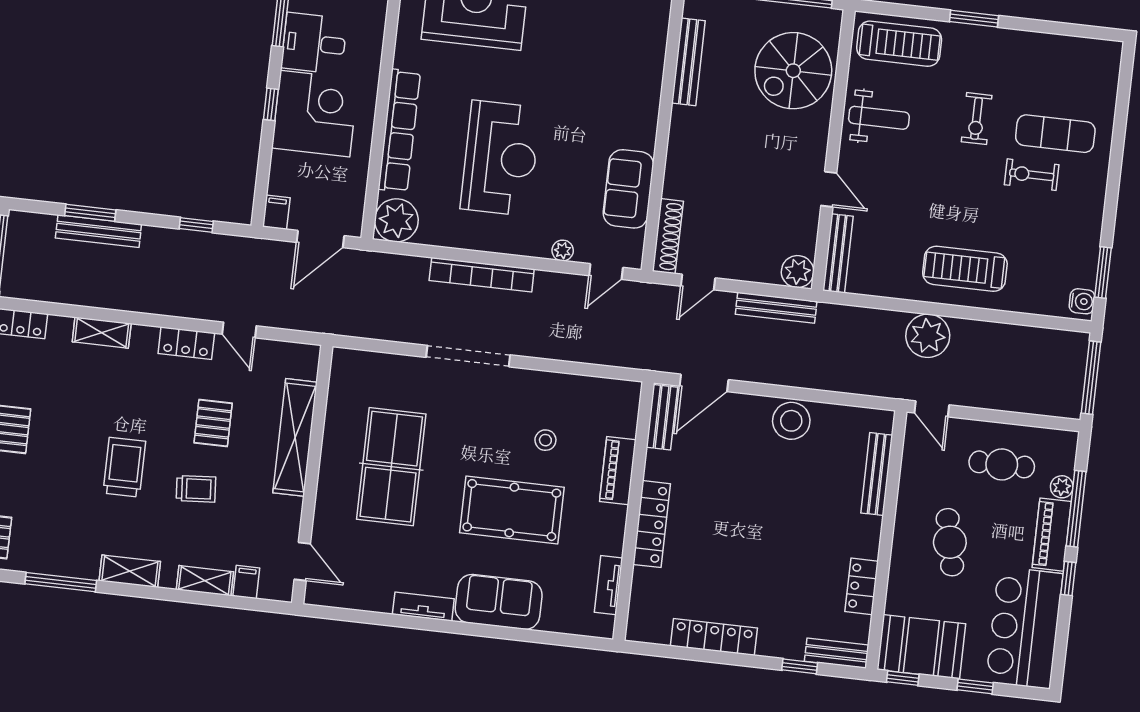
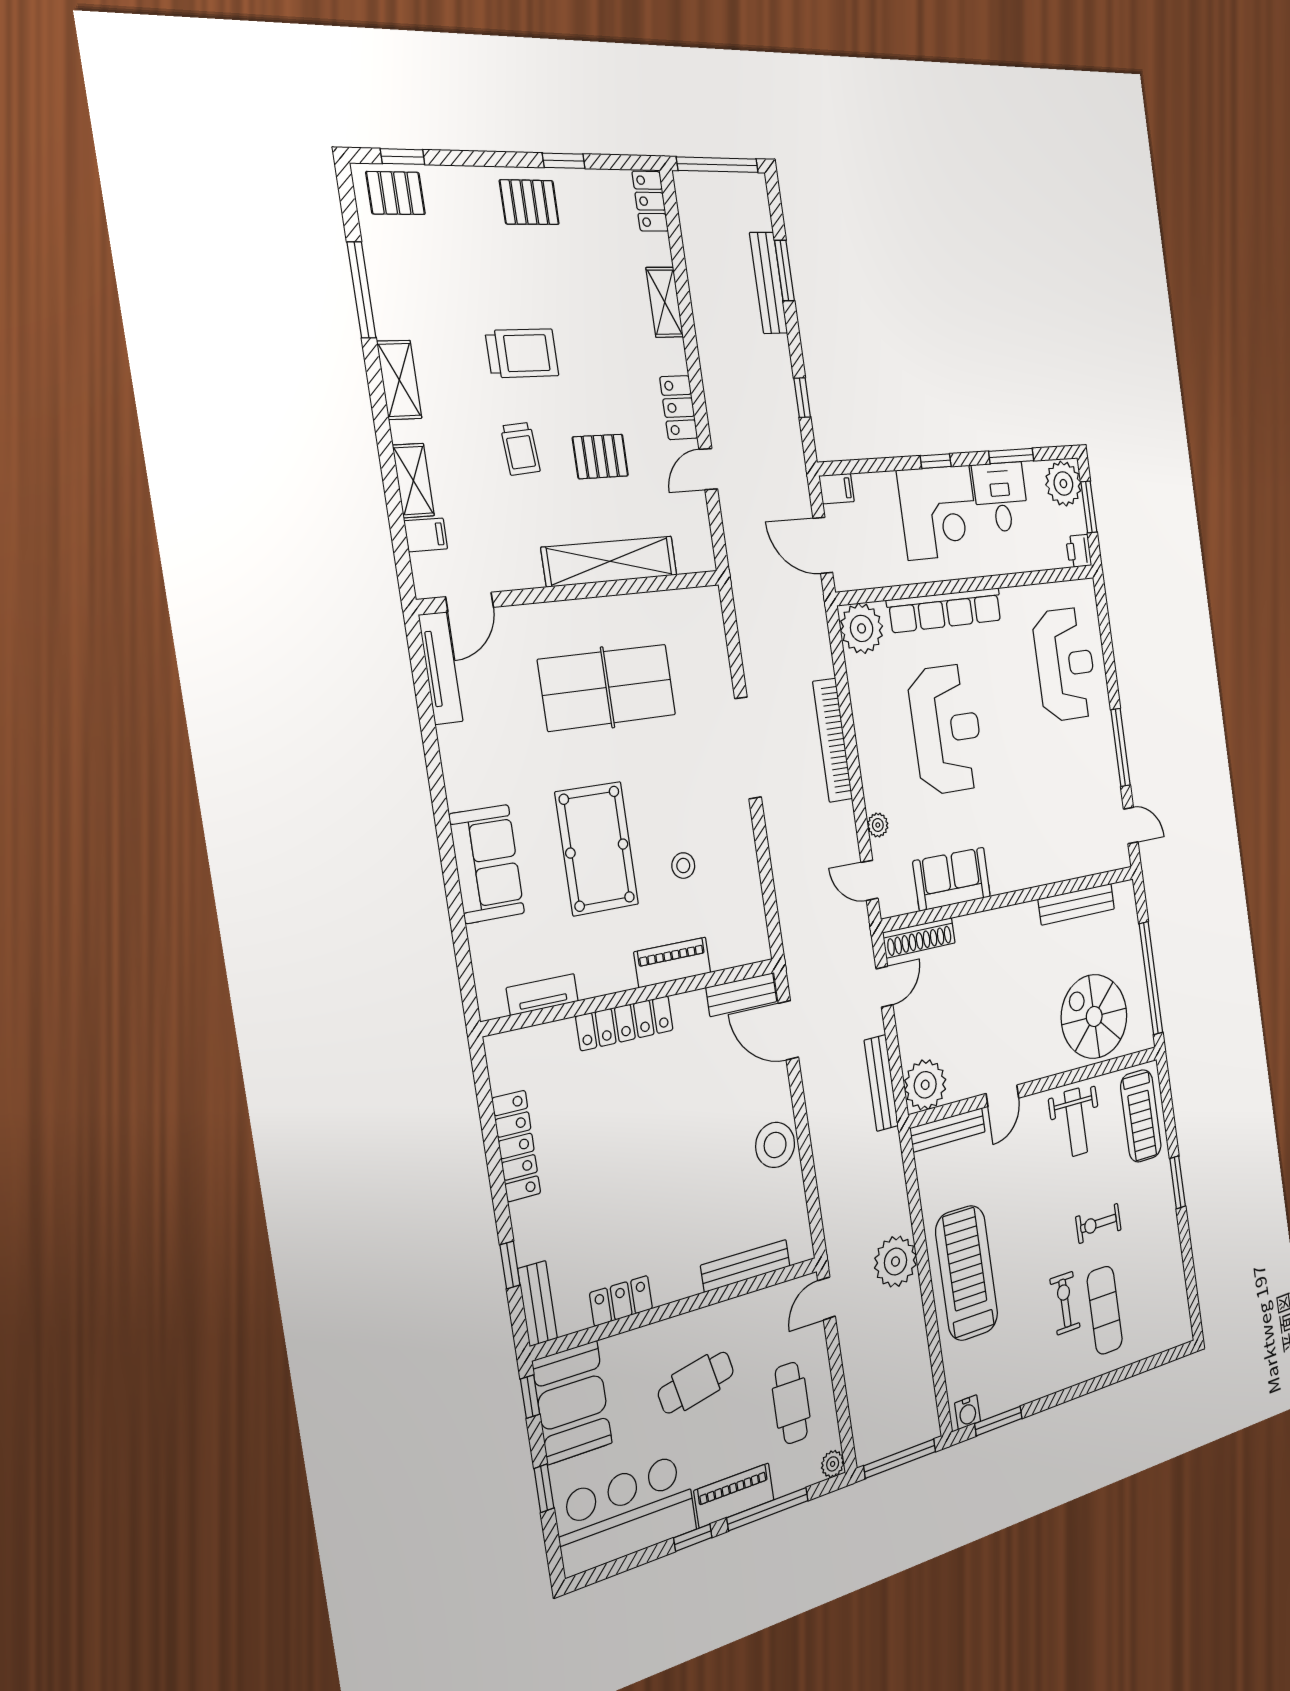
reception desk: (500, 158) -> (947, 729), turned -90
treadmill: (965, 269) -> (967, 1273), width x1.37, depth x1.37
plant: (798, 272) -> (925, 1085), width x1.36, depth x1.36
door: (698, 282) -> (884, 987), swing flipped
plant: (1062, 487) -> (833, 1464), moved
tv unit: (423, 607) -> (441, 668), moved, width x1.41

